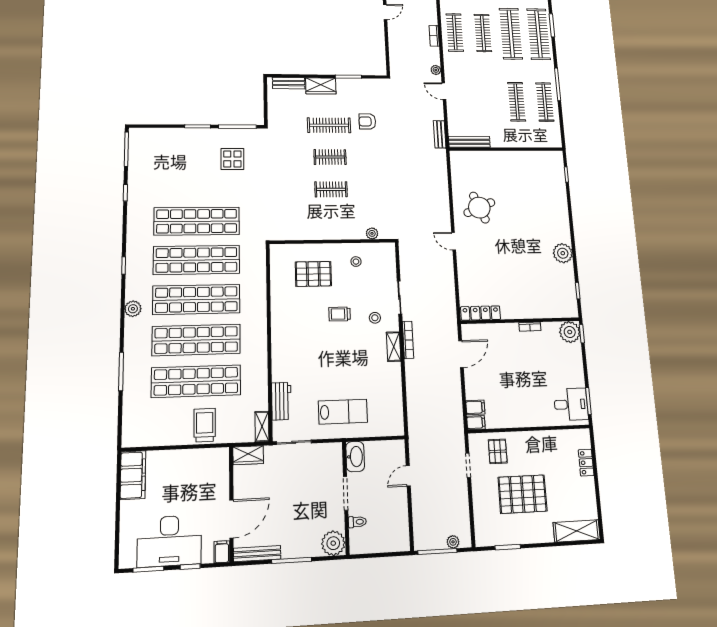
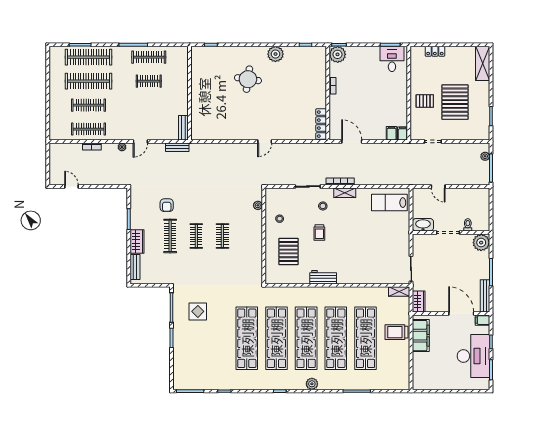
clothes rail: (517, 102) -> (149, 81), width x0.73
bench: (469, 142) -> (183, 128), width x0.73
round table: (479, 208) -> (248, 79), moved, turned 31
workbench: (281, 401) -> (323, 277), moved
lab bench: (343, 412) -> (389, 203), moved, turned -90
pallet: (498, 451) -> (425, 101), moved
filing cabinet: (133, 475) -> (421, 336), moved, turned 90

